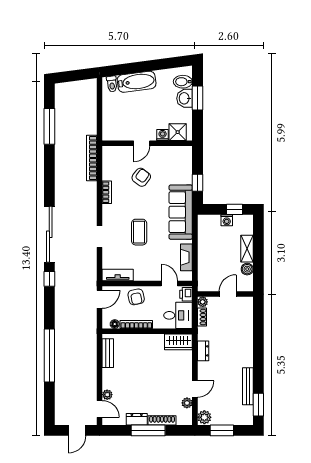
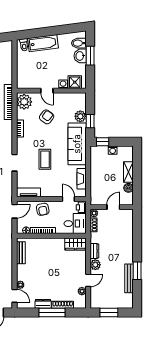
door: (142, 143) -> (47, 91), hinge flipped
plant: (112, 158) -> (24, 102), added
plant: (185, 176) -> (80, 116), added
window: (234, 209) -> (103, 142), moved
window: (258, 405) -> (137, 271), moved
plant: (204, 417) -> (95, 265), moved

